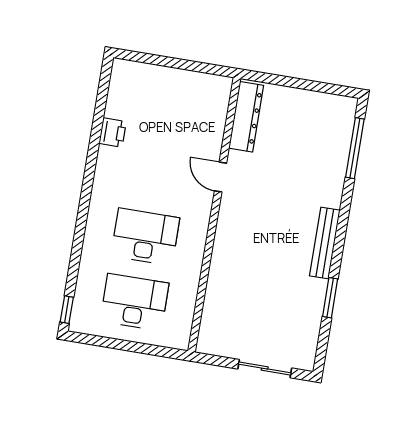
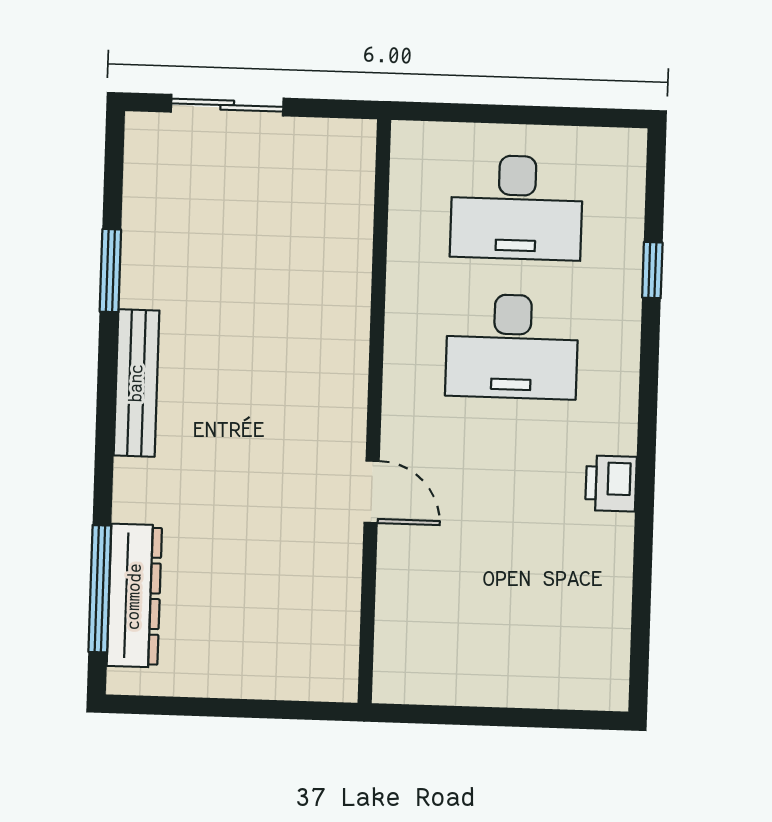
dresser: (246, 117) -> (134, 596), moved, turned 180
printer: (113, 133) -> (611, 484), moved
window: (67, 310) -> (652, 270), moved

